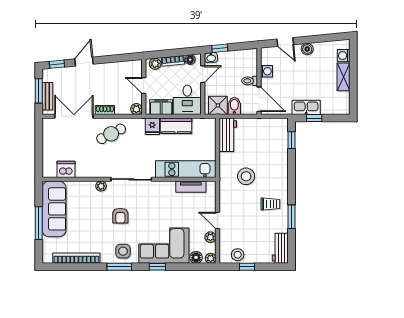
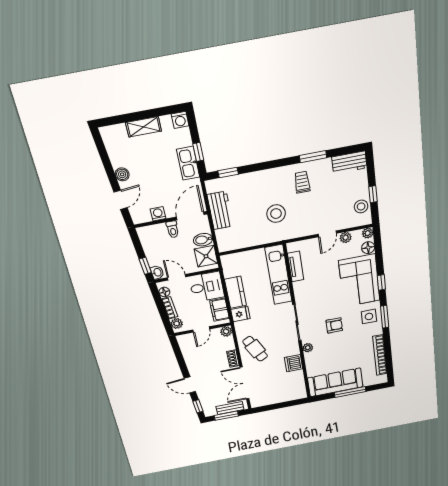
washing machine: (344, 56) -> (180, 120), moved
workbench: (228, 135) -> (220, 210), moved, turned 90
dishwasher: (66, 169) -> (294, 363), moved

